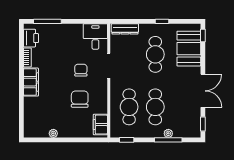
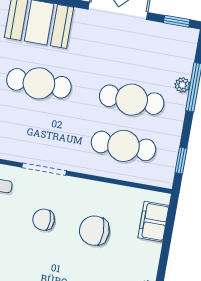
filing cabinet: (100, 125) -> (153, 222), moved, turned 90

